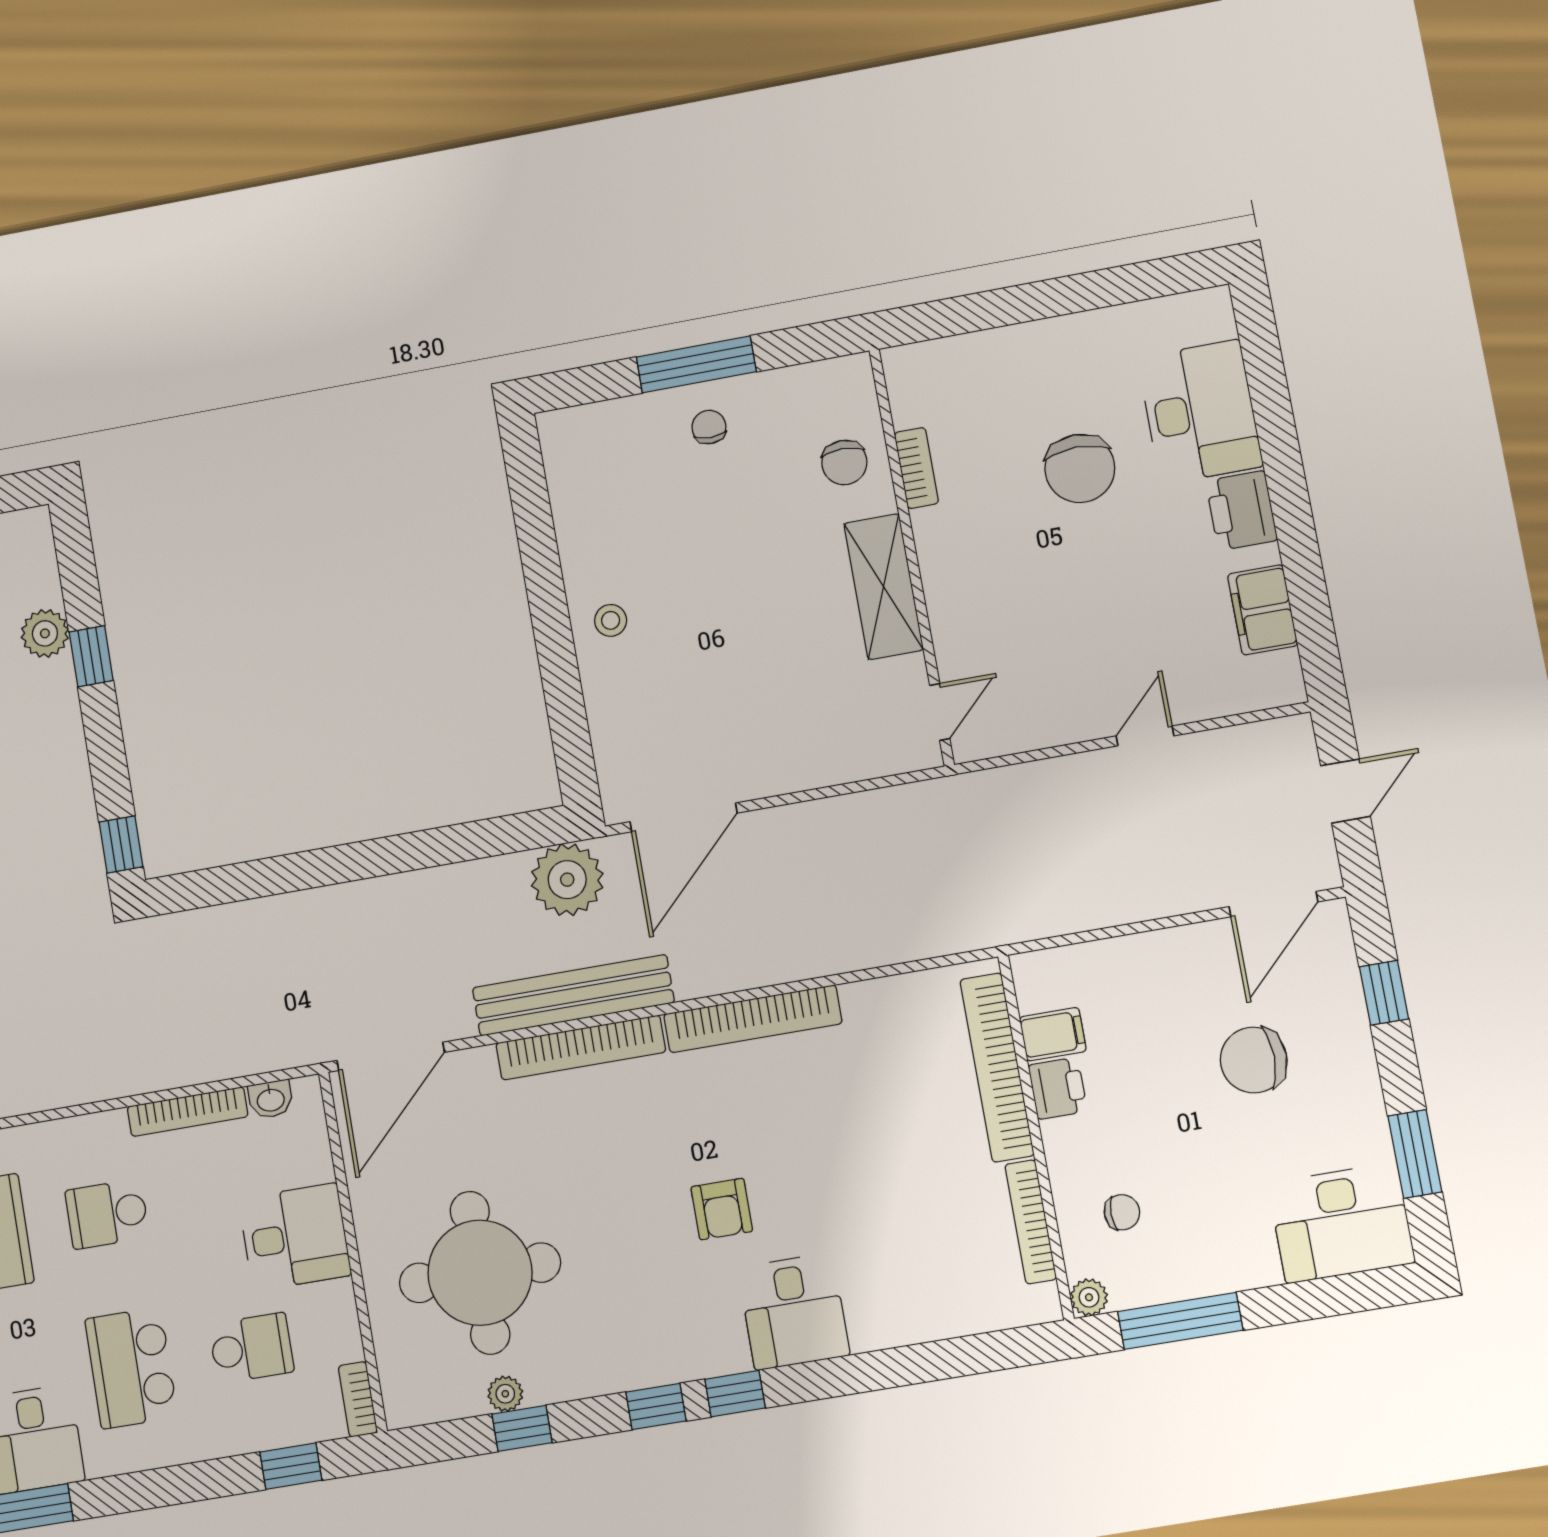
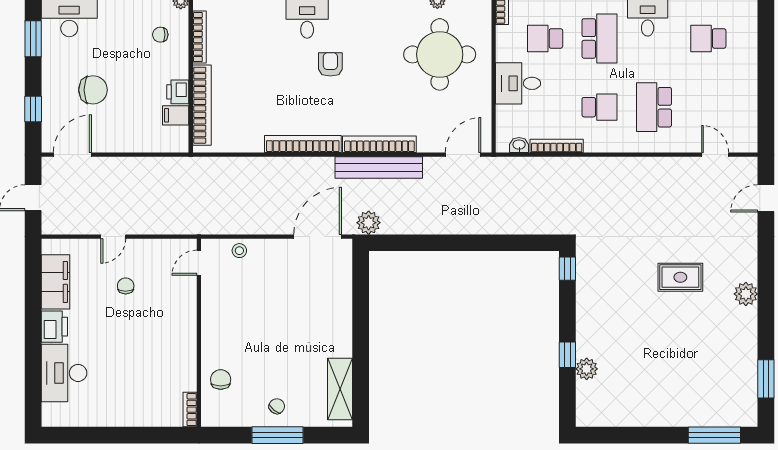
chair: (709, 427) -> (277, 406), turned -141
bookcase: (916, 468) -> (190, 410), moved
chair: (1080, 468) -> (126, 286), moved, width x0.54, depth x0.54
shelving: (884, 587) -> (340, 389), moved
filing cabinet: (1263, 610) -> (55, 282), width x1.50, depth x1.17
stool: (611, 620) -> (239, 251), moved
plant: (567, 880) -> (369, 223), width x0.73, depth x0.73
door: (391, 1056) -> (463, 155), width x0.73

